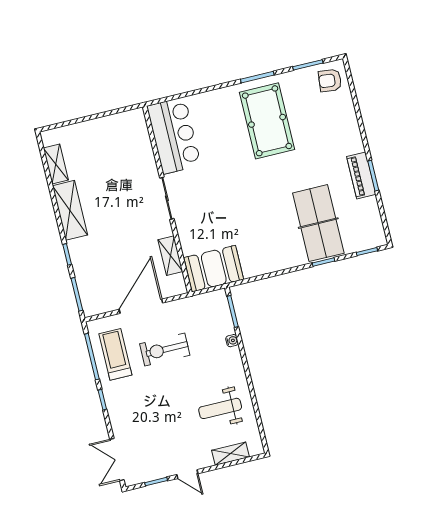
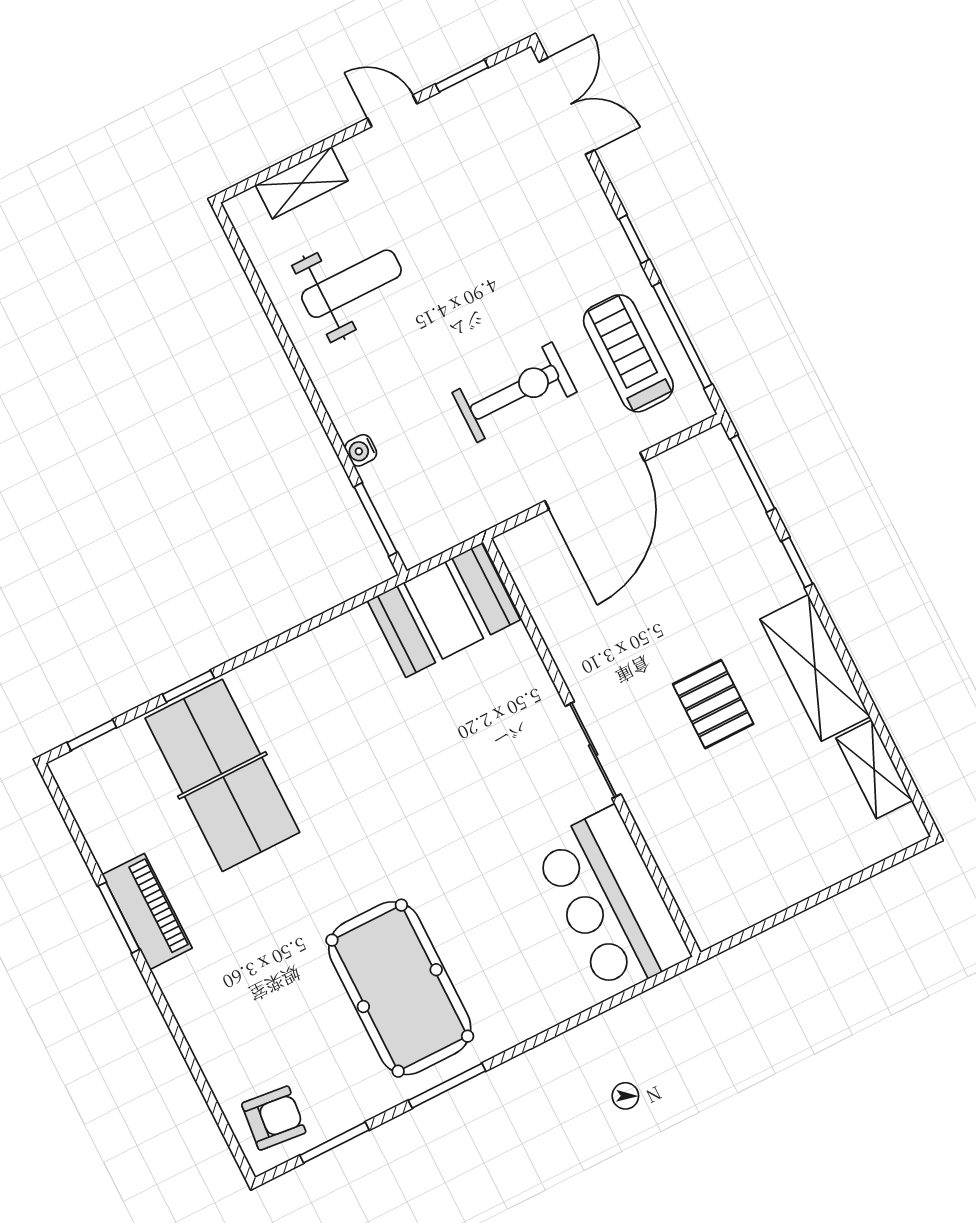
pallet: (114, 205) -> (713, 704), added
shelving: (170, 256) -> (553, 617), removed
treadmill: (115, 354) -> (628, 353), turned 180

